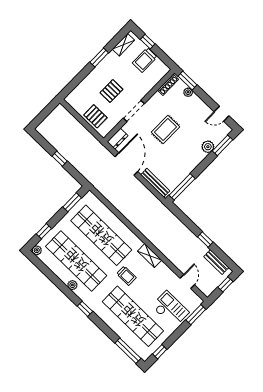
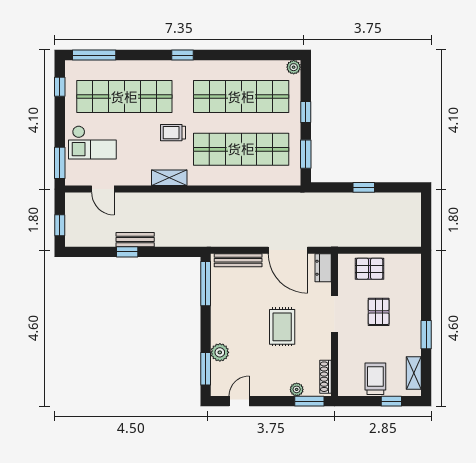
window: (44, 231) -> (306, 112), moved
bench: (216, 262) -> (135, 240), moved
plant: (72, 285) -> (220, 67), removed

